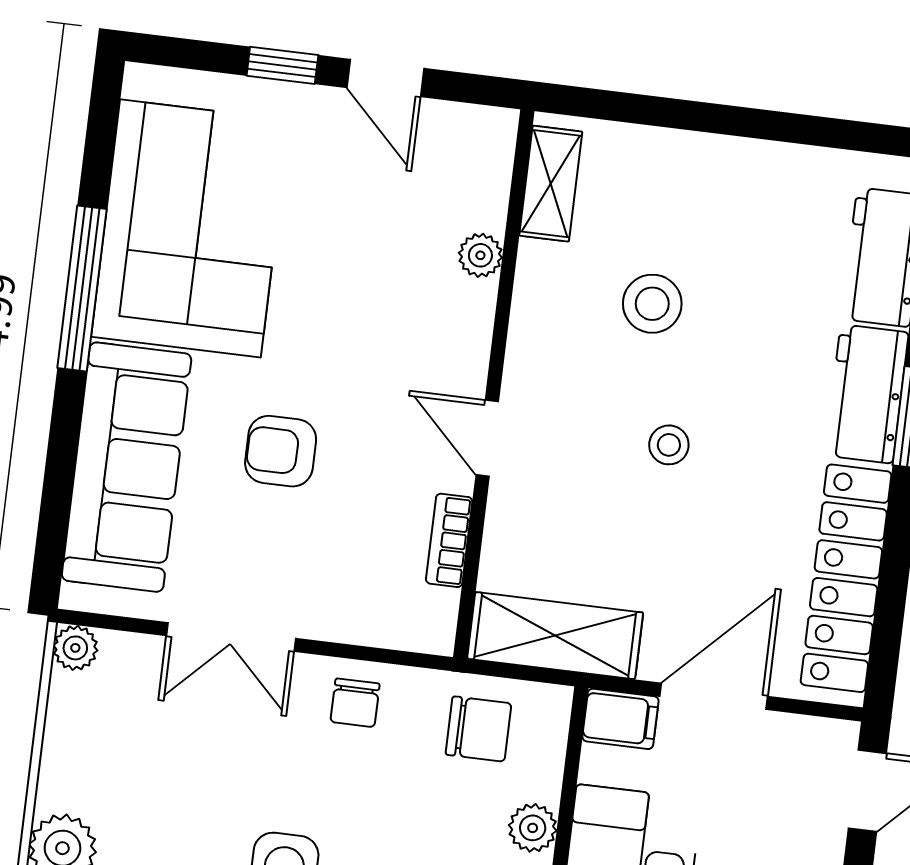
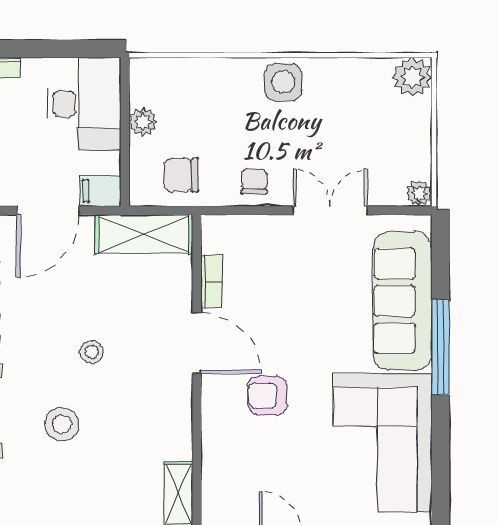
plant: (480, 255) -> (214, 448), removed
window: (82, 289) -> (441, 347), moved
stool: (652, 304) -> (62, 424), moved
door: (487, 438) -> (197, 343), width x1.38
armchair: (281, 451) -> (267, 395), moved, turned 180

